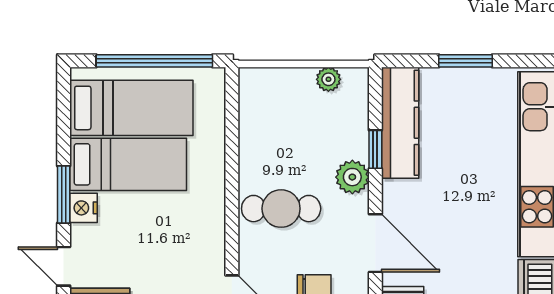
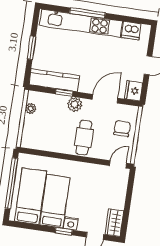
window: (64, 194) -> (64, 231), width x0.67

